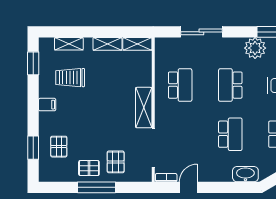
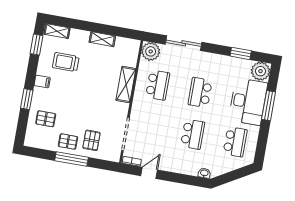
shelving: (69, 44) -> (57, 31), moved
shelving: (137, 44) -> (128, 44), removed
plant: (255, 48) -> (151, 51), moved
shelving: (144, 108) -> (126, 85), moved
pallet: (59, 147) -> (46, 119), turned 90
window: (33, 148) -> (27, 99), moved
washbasin: (245, 174) -> (204, 173), width x0.52, depth x0.69

